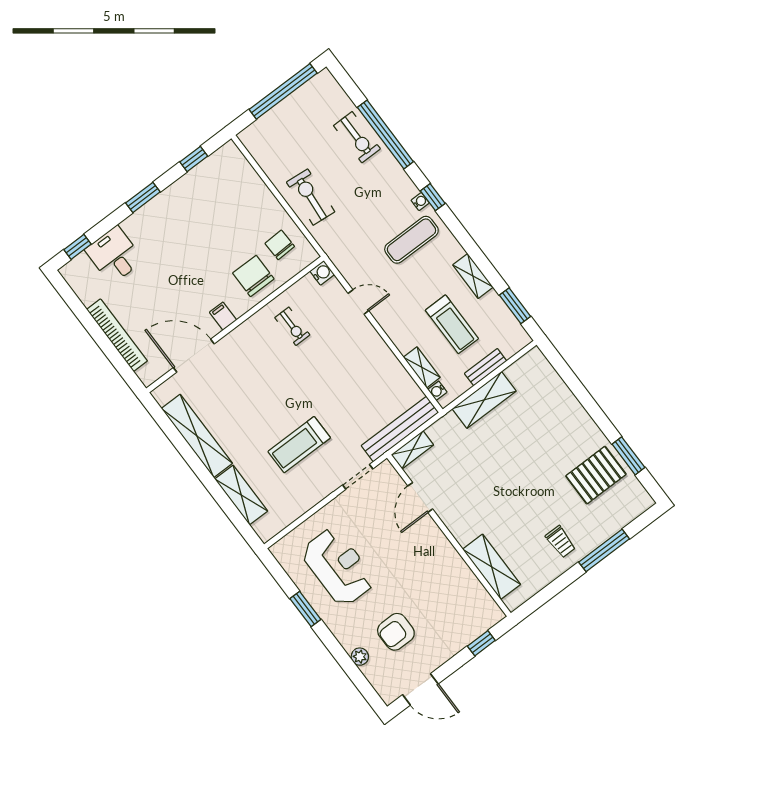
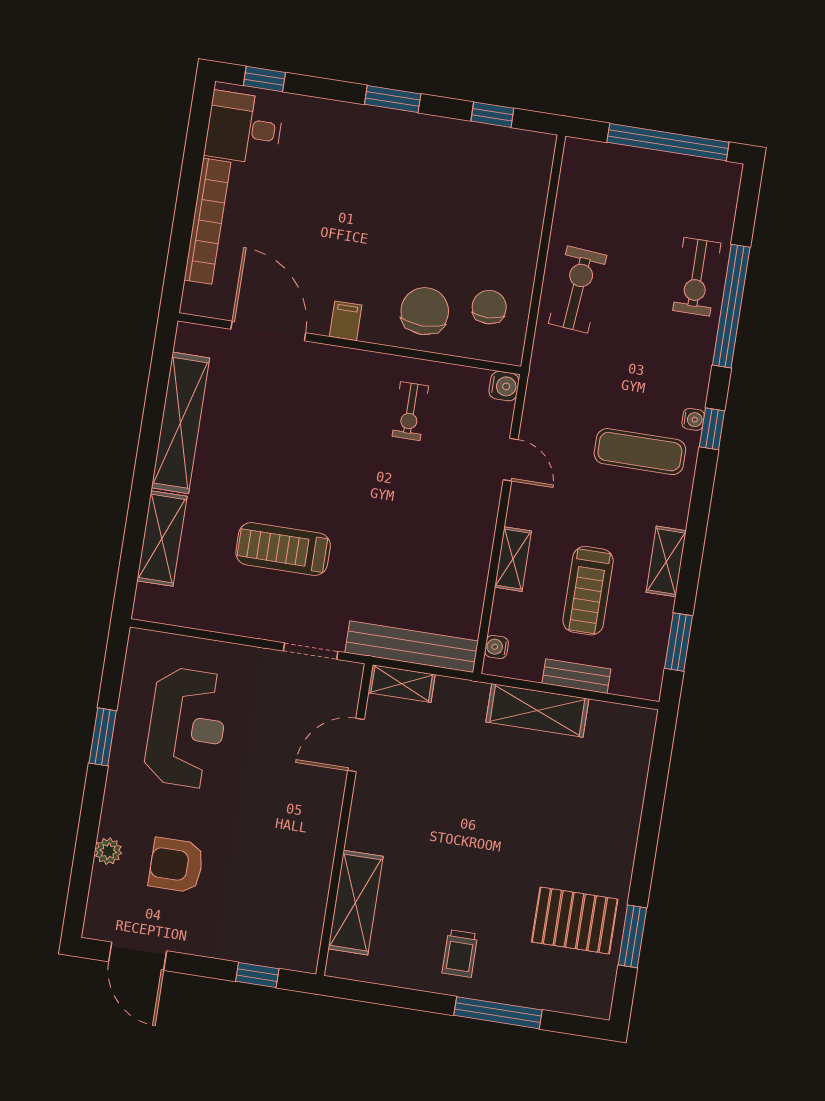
desk: (114, 255) -> (244, 128), moved, turned -90
shelving: (422, 367) -> (513, 559), moved

